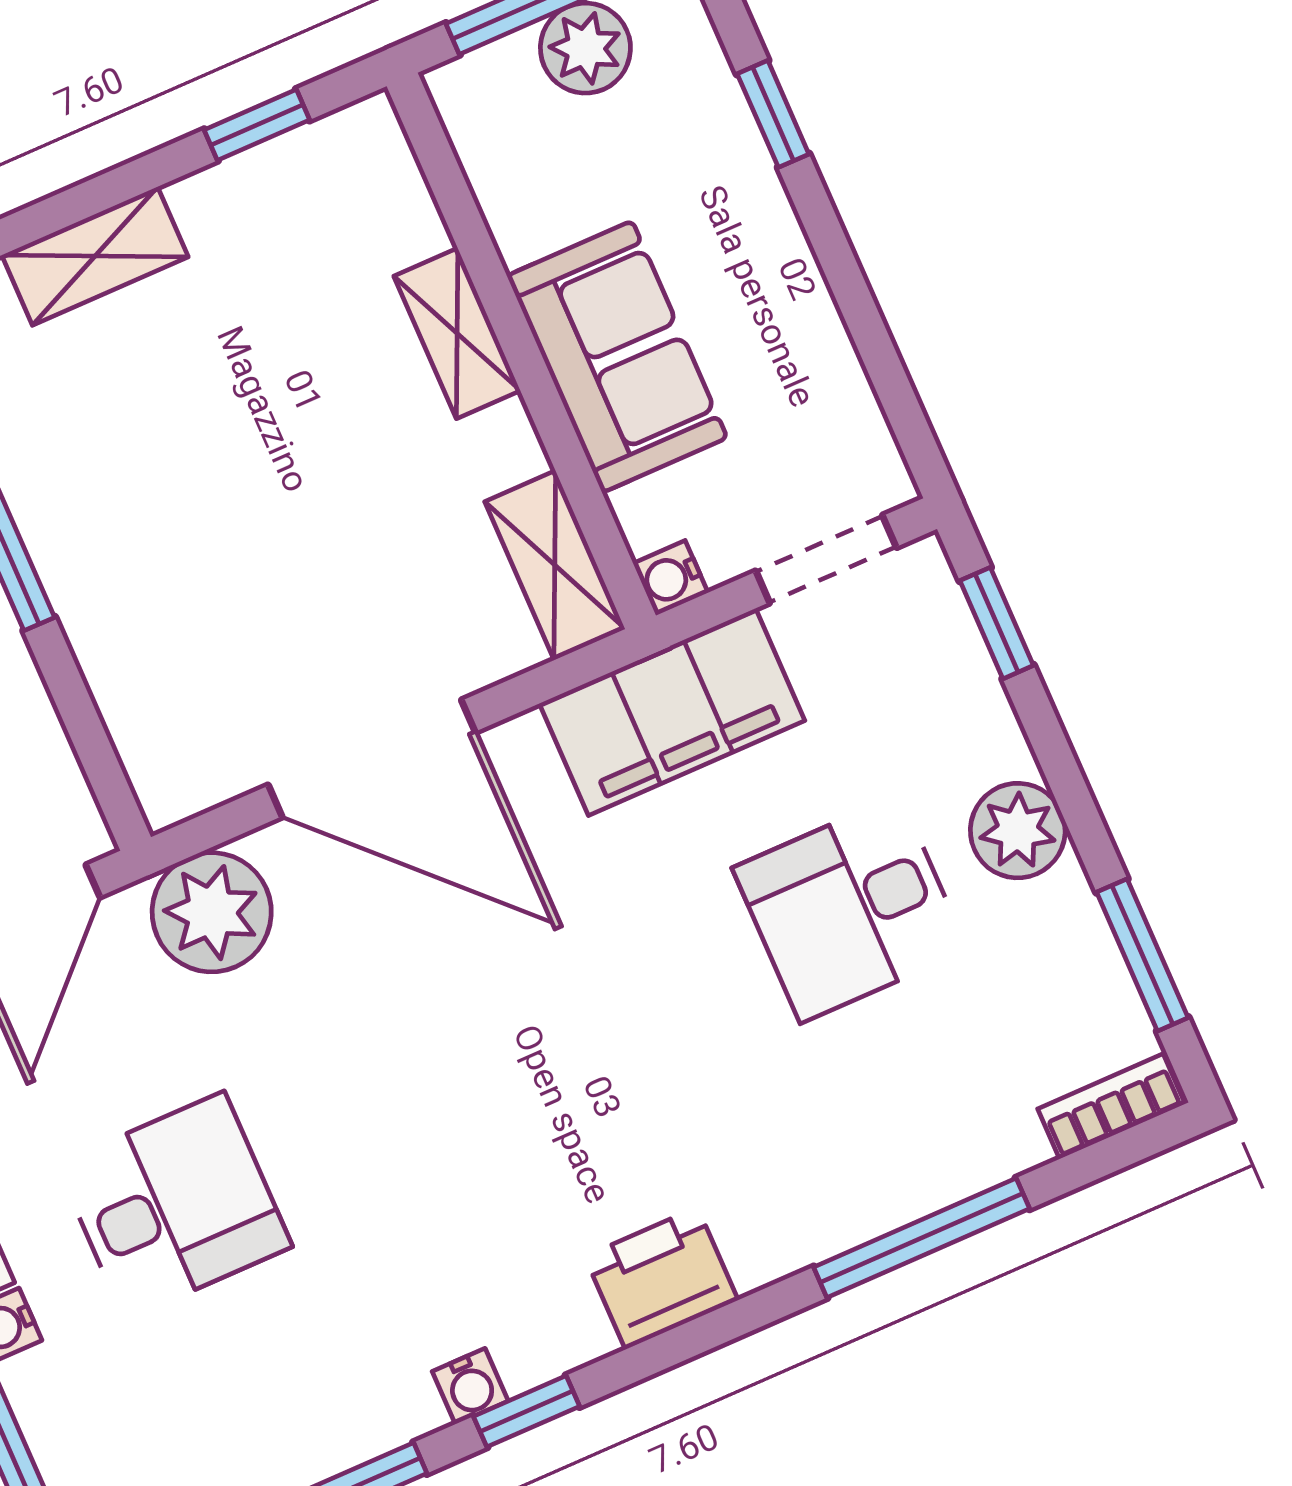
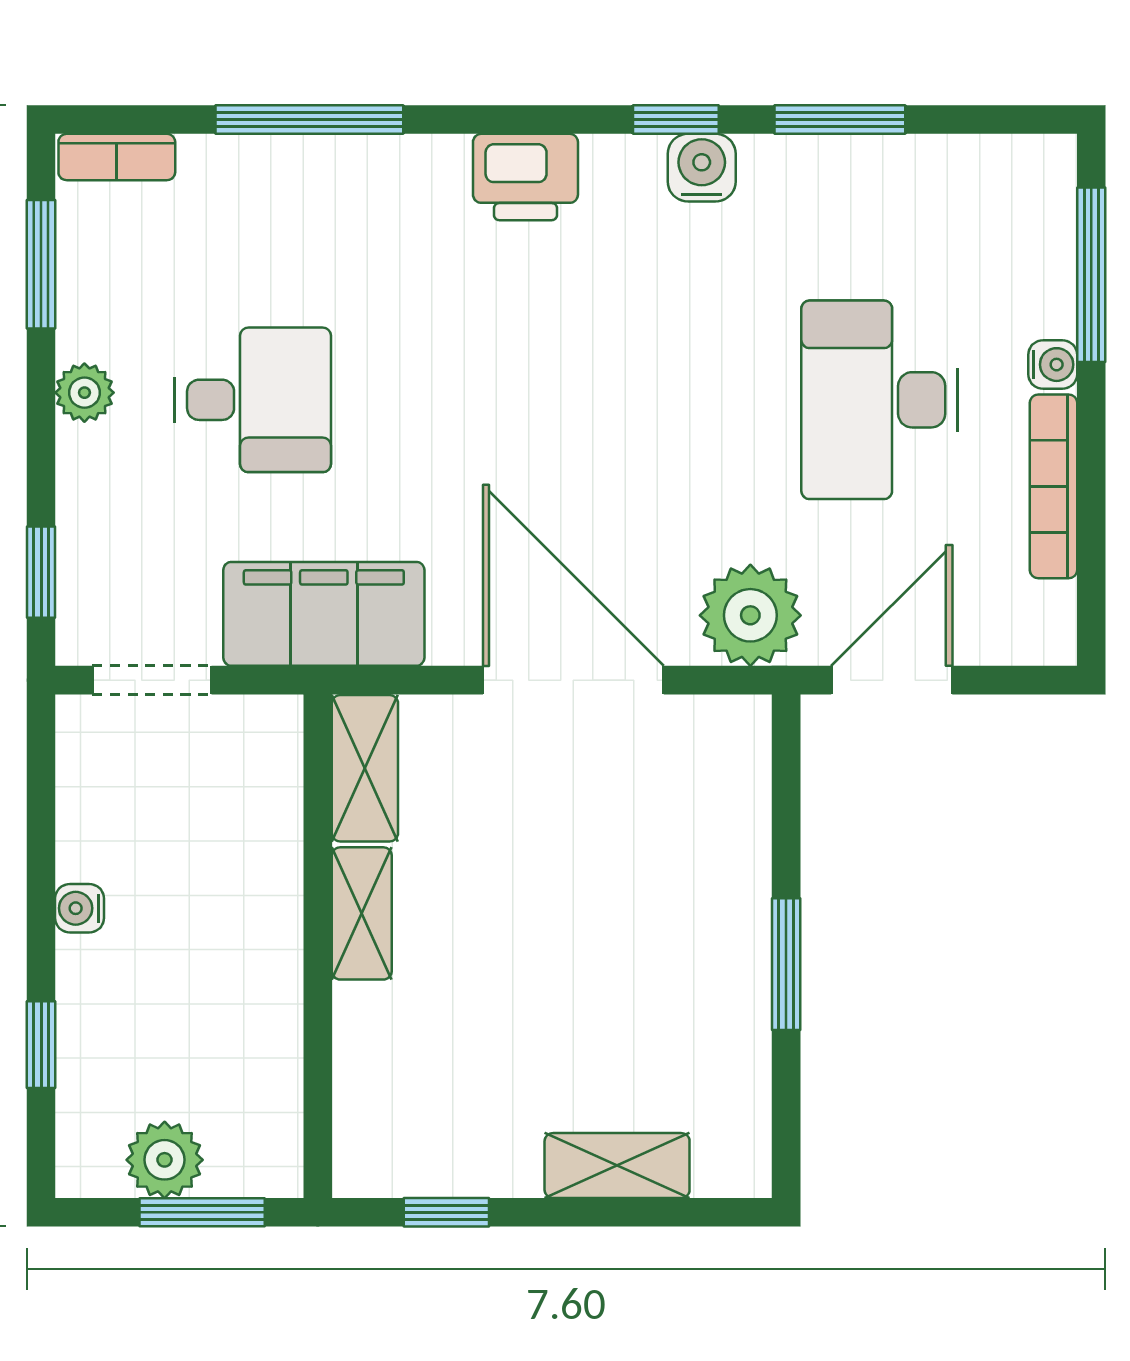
shelving: (457, 333) -> (362, 913), moved
sofa: (617, 357) -> (245, 909), removed
water cooler: (671, 578) -> (80, 908), moved, turned 180
plant: (1018, 831) -> (84, 393), width x0.73, depth x0.73
desk: (174, 1206) -> (880, 400), width x1.37
water cooler: (470, 1386) -> (702, 168), width x1.38, depth x1.38

